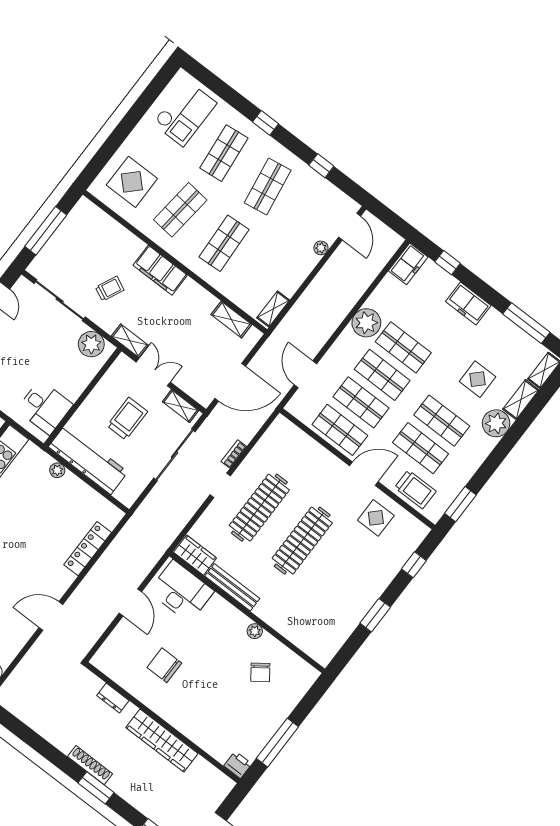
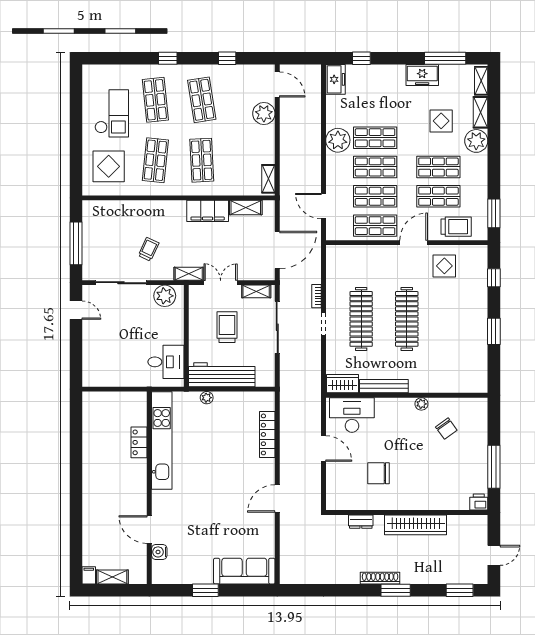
checkout: (185, 113) -> (112, 113), moved
plant: (321, 248) -> (264, 113), width x1.87, depth x1.87
filing cabinet: (160, 270) -> (208, 211), moved
freezer: (468, 303) -> (422, 75), moved

